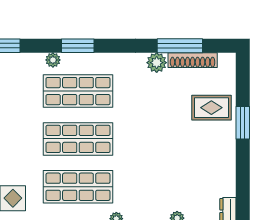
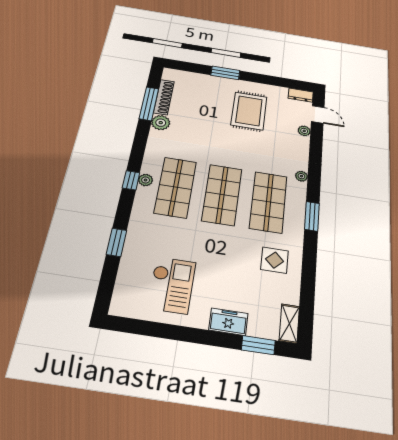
window: (78, 46) -> (131, 180), width x0.67
plant: (53, 60) -> (146, 180), moved
rug: (211, 108) -> (249, 111), moved, width x1.36, depth x1.43

